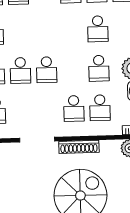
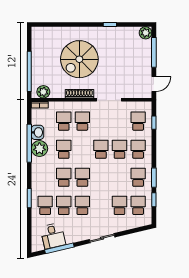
school desk: (72, 30) -> (82, 177), added

